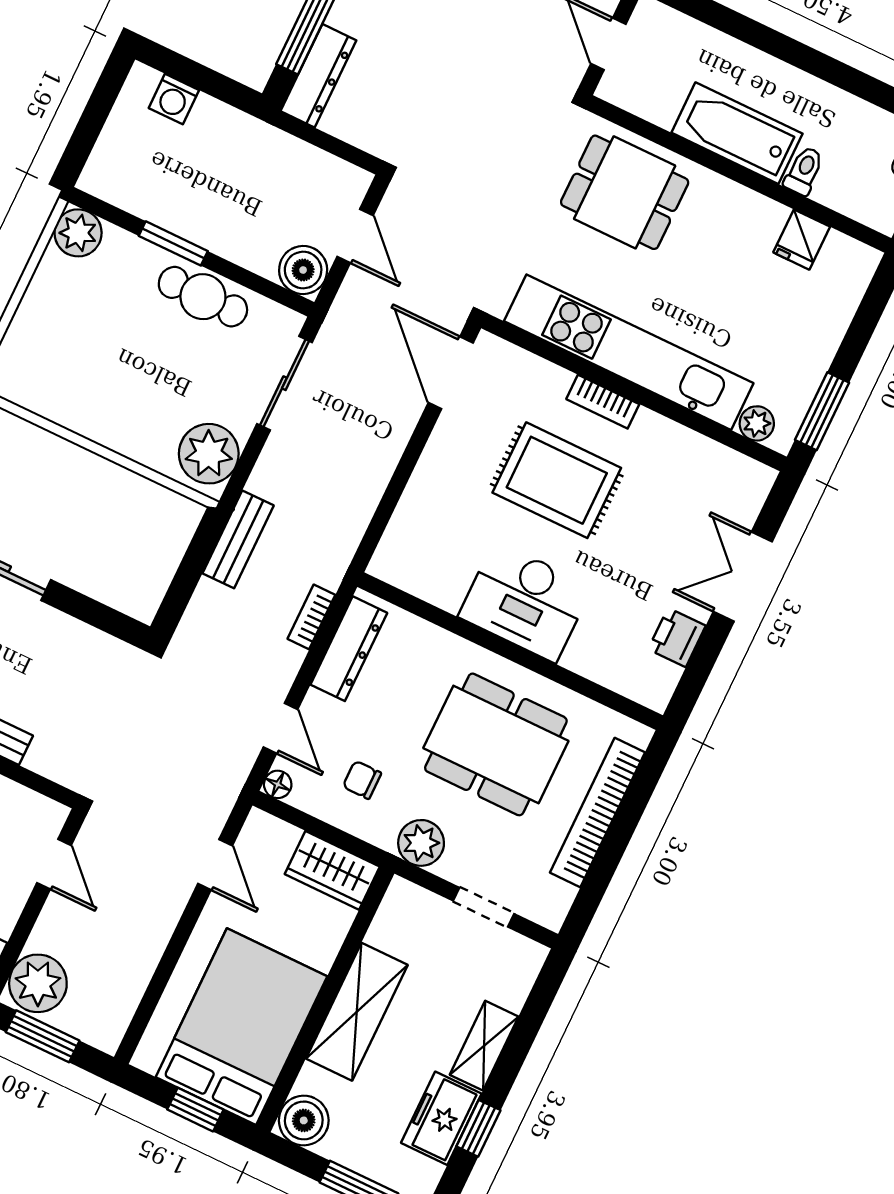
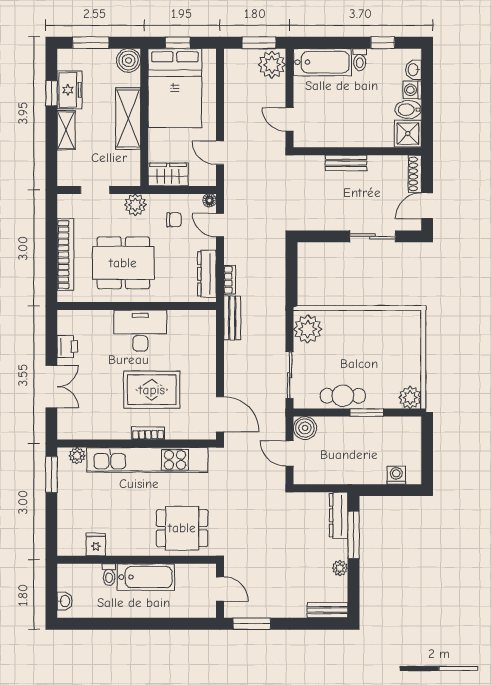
bench: (238, 539) -> (232, 318), moved

